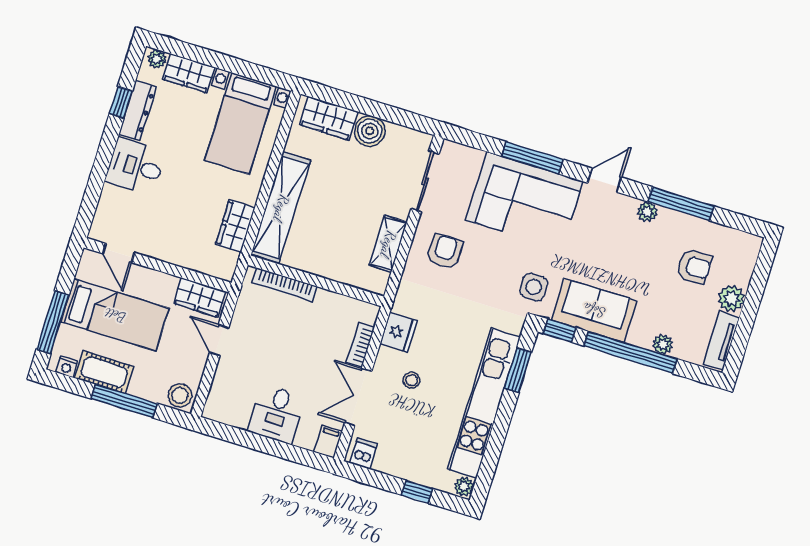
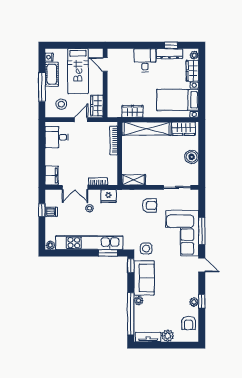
wardrobe: (329, 118) -> (184, 129), moved, turned -90
window: (681, 204) -> (202, 301), width x0.46
plant: (647, 212) -> (194, 302), moved
shelving: (388, 244) -> (134, 180), moved
door: (118, 253) -> (105, 64), hinge flipped
armchair: (694, 266) -> (189, 323), moved
window: (53, 322) -> (66, 45), removed
plant: (663, 344) -> (139, 301), moved
window: (630, 352) -> (131, 314), moved
stool: (180, 395) -> (61, 104), moved
double door: (358, 397) -> (75, 187), swing flipped
desk: (276, 414) -> (57, 137), moved
filing cabinet: (328, 442) -> (52, 176), width x2.00
dishwasher: (364, 453) -> (51, 212), moved
window: (417, 492) -> (42, 210), moved

